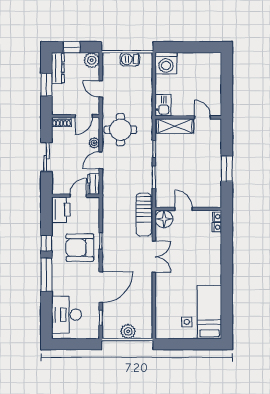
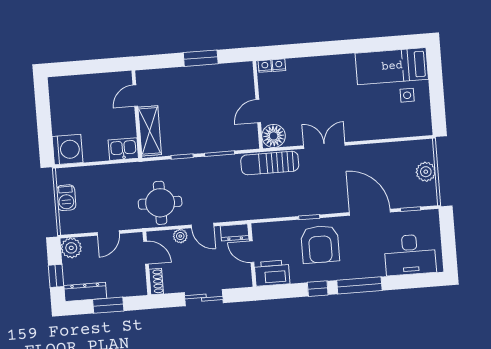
sun lounger: (144, 215) -> (270, 163), turned 180

